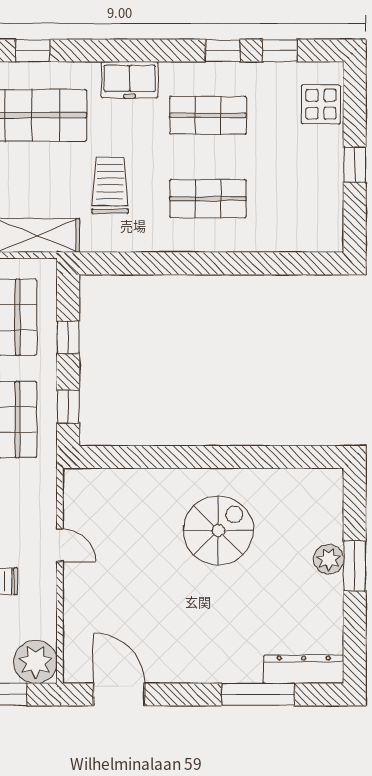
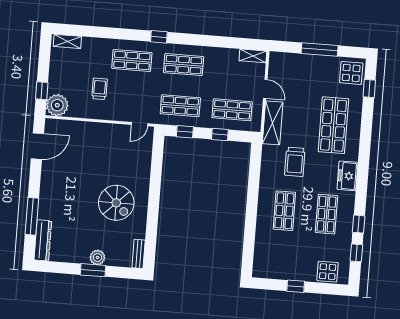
window: (33, 51) -> (366, 128), removed
trolley: (110, 186) -> (295, 162), turned 90
bench: (315, 479) -> (139, 254), added
door: (60, 545) -> (139, 124), moved

